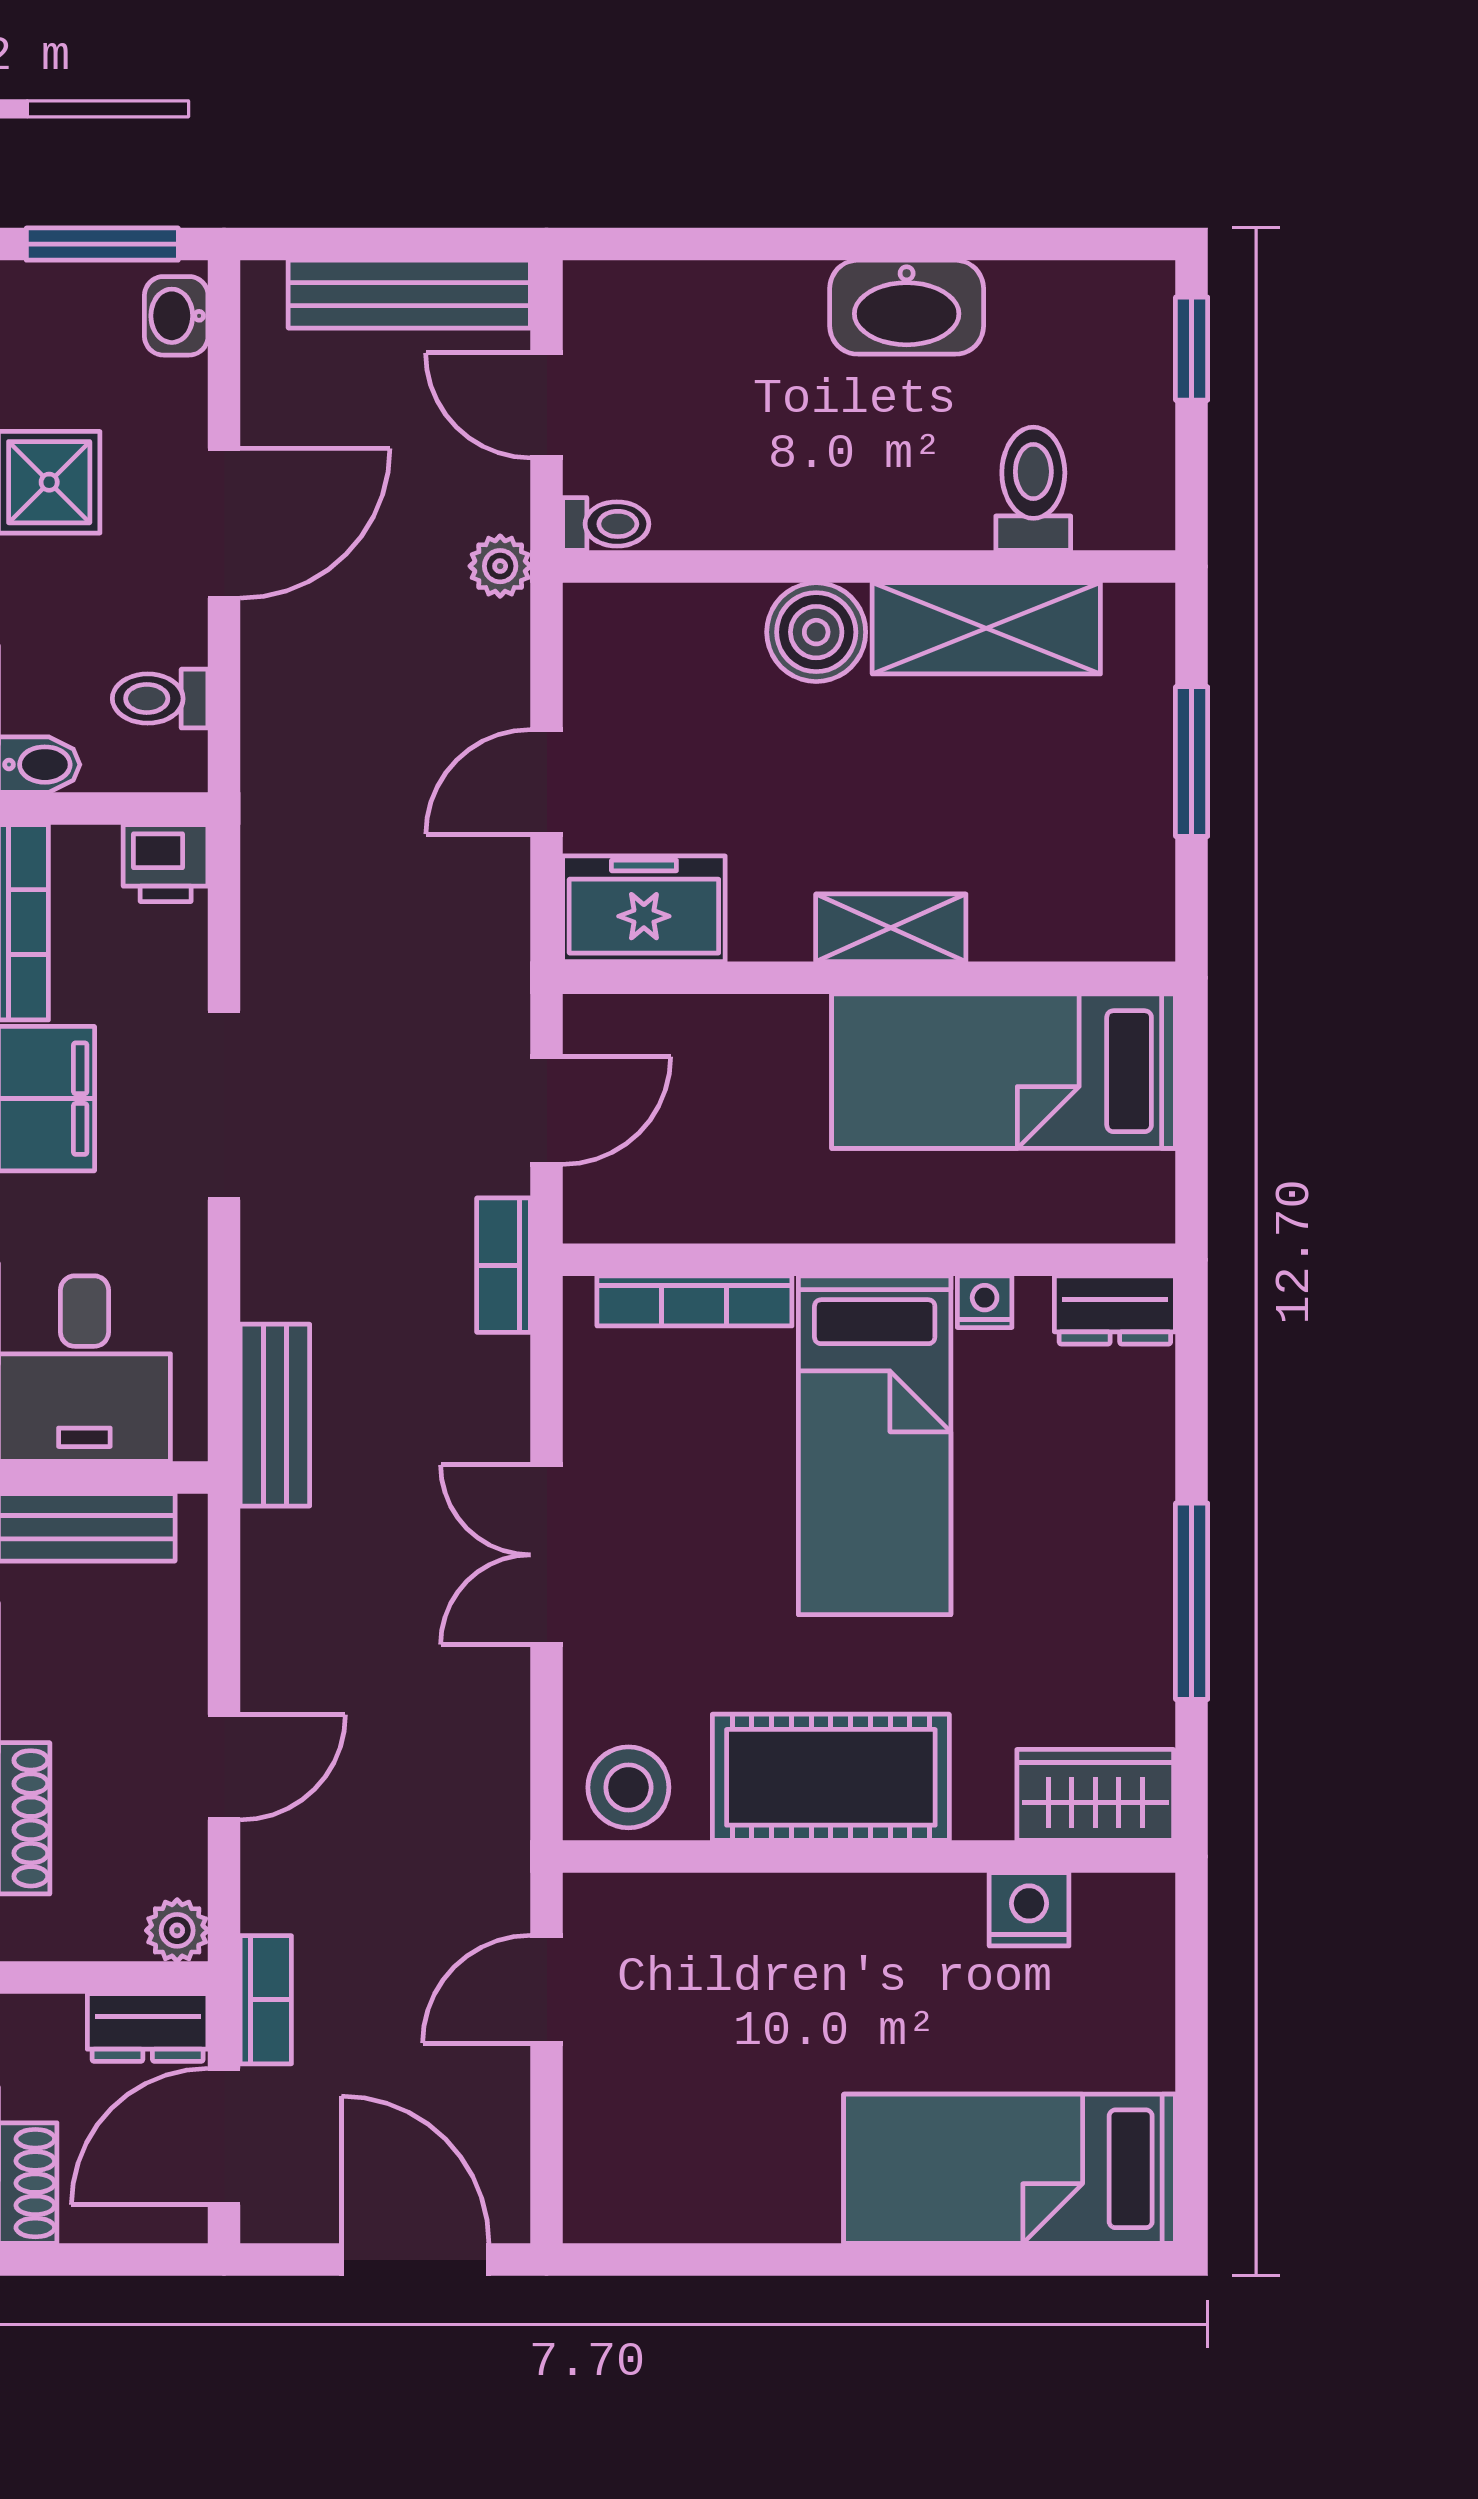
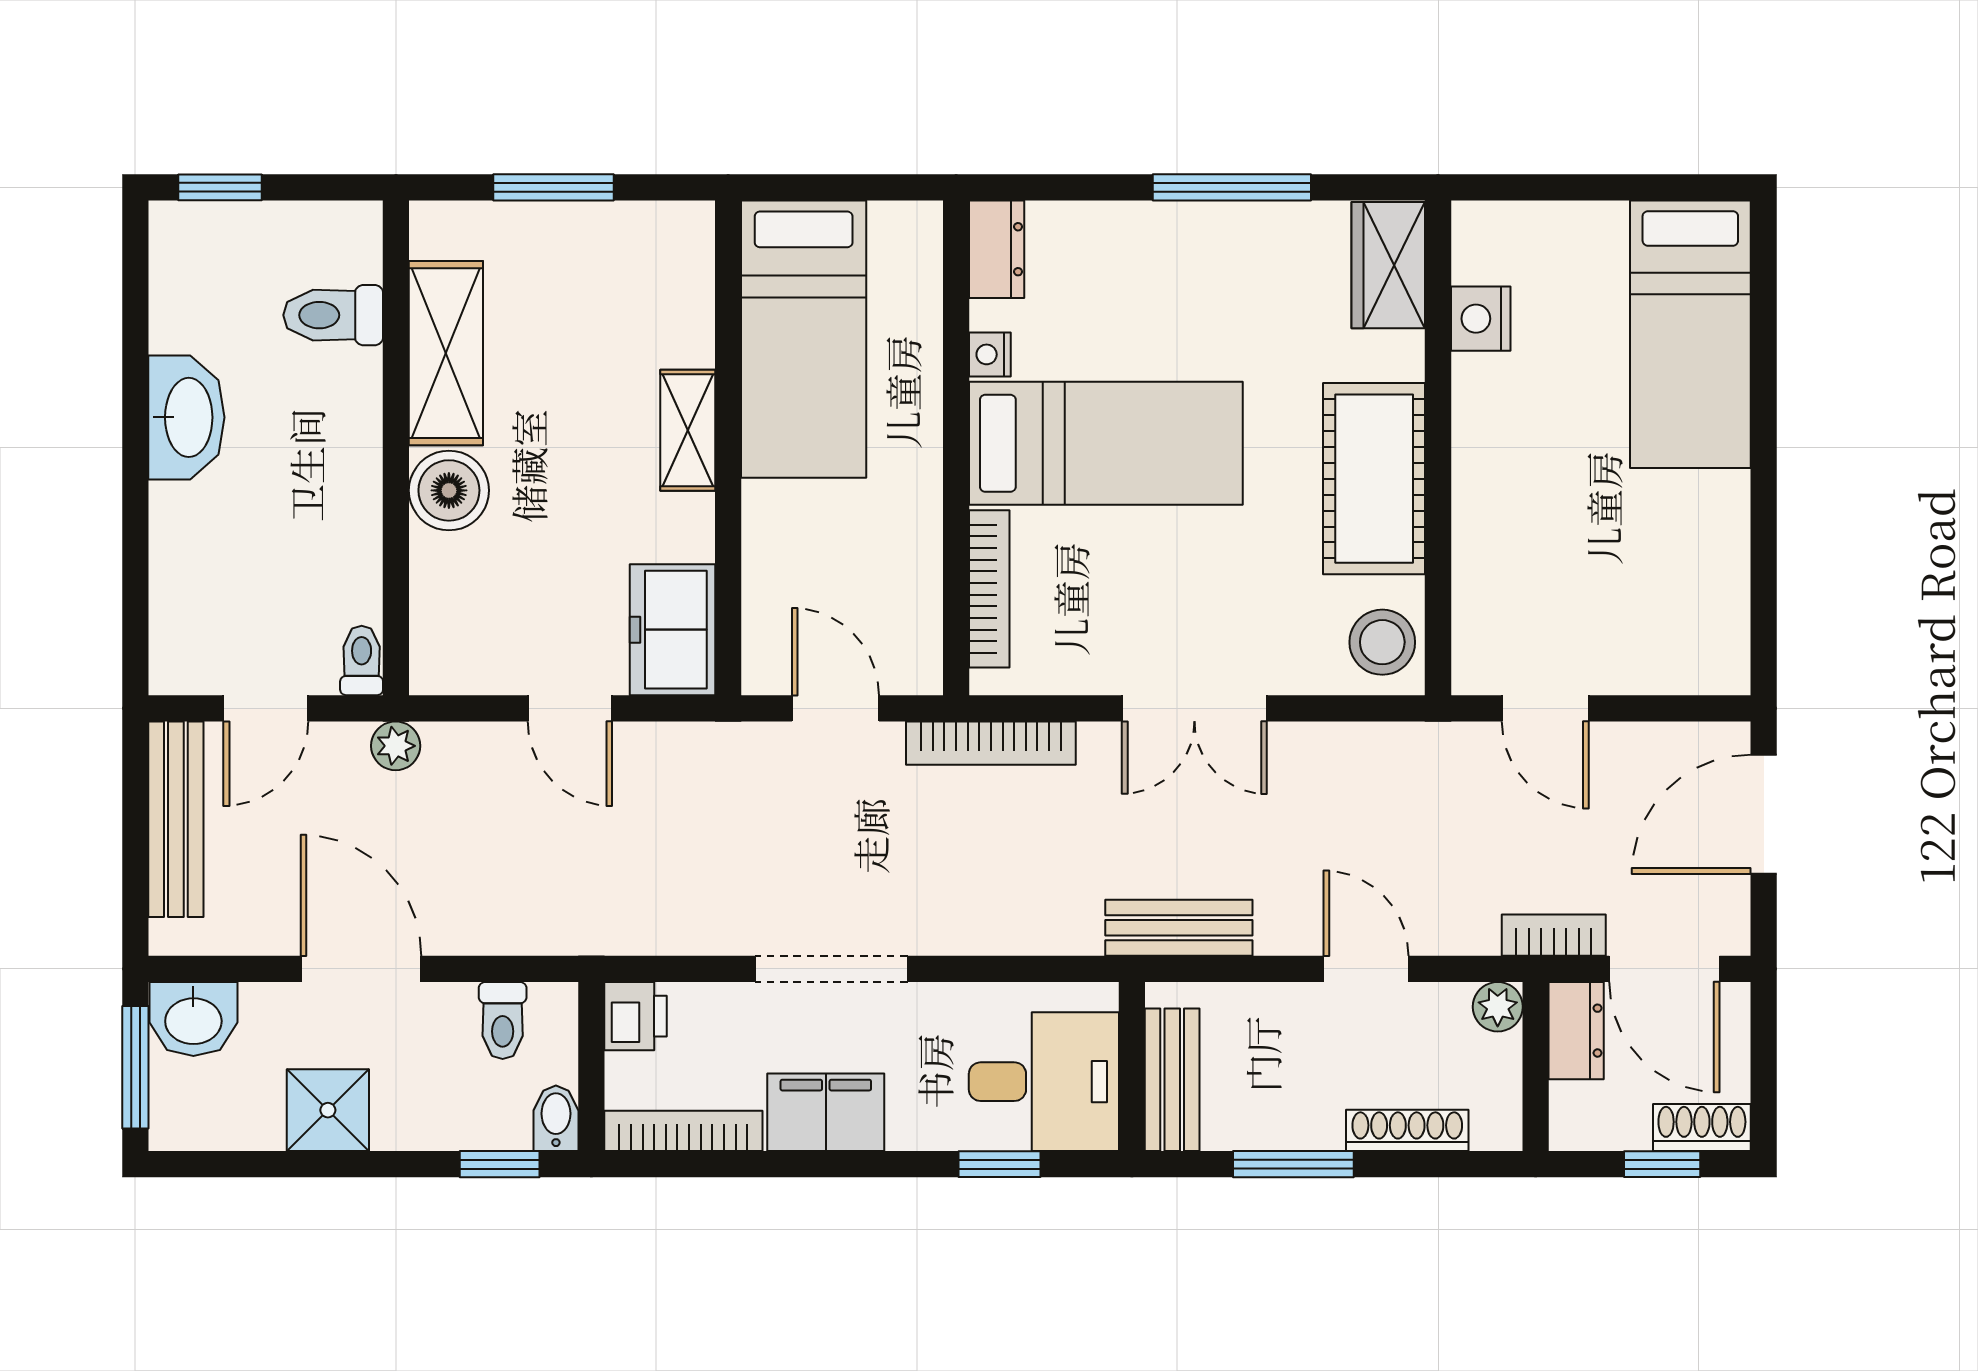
washbasin: (176, 316) -> (193, 1019), width x1.38, depth x1.45
bookcase: (504, 1265) -> (991, 743), width x1.56
bench: (275, 1415) -> (1179, 928), moved

